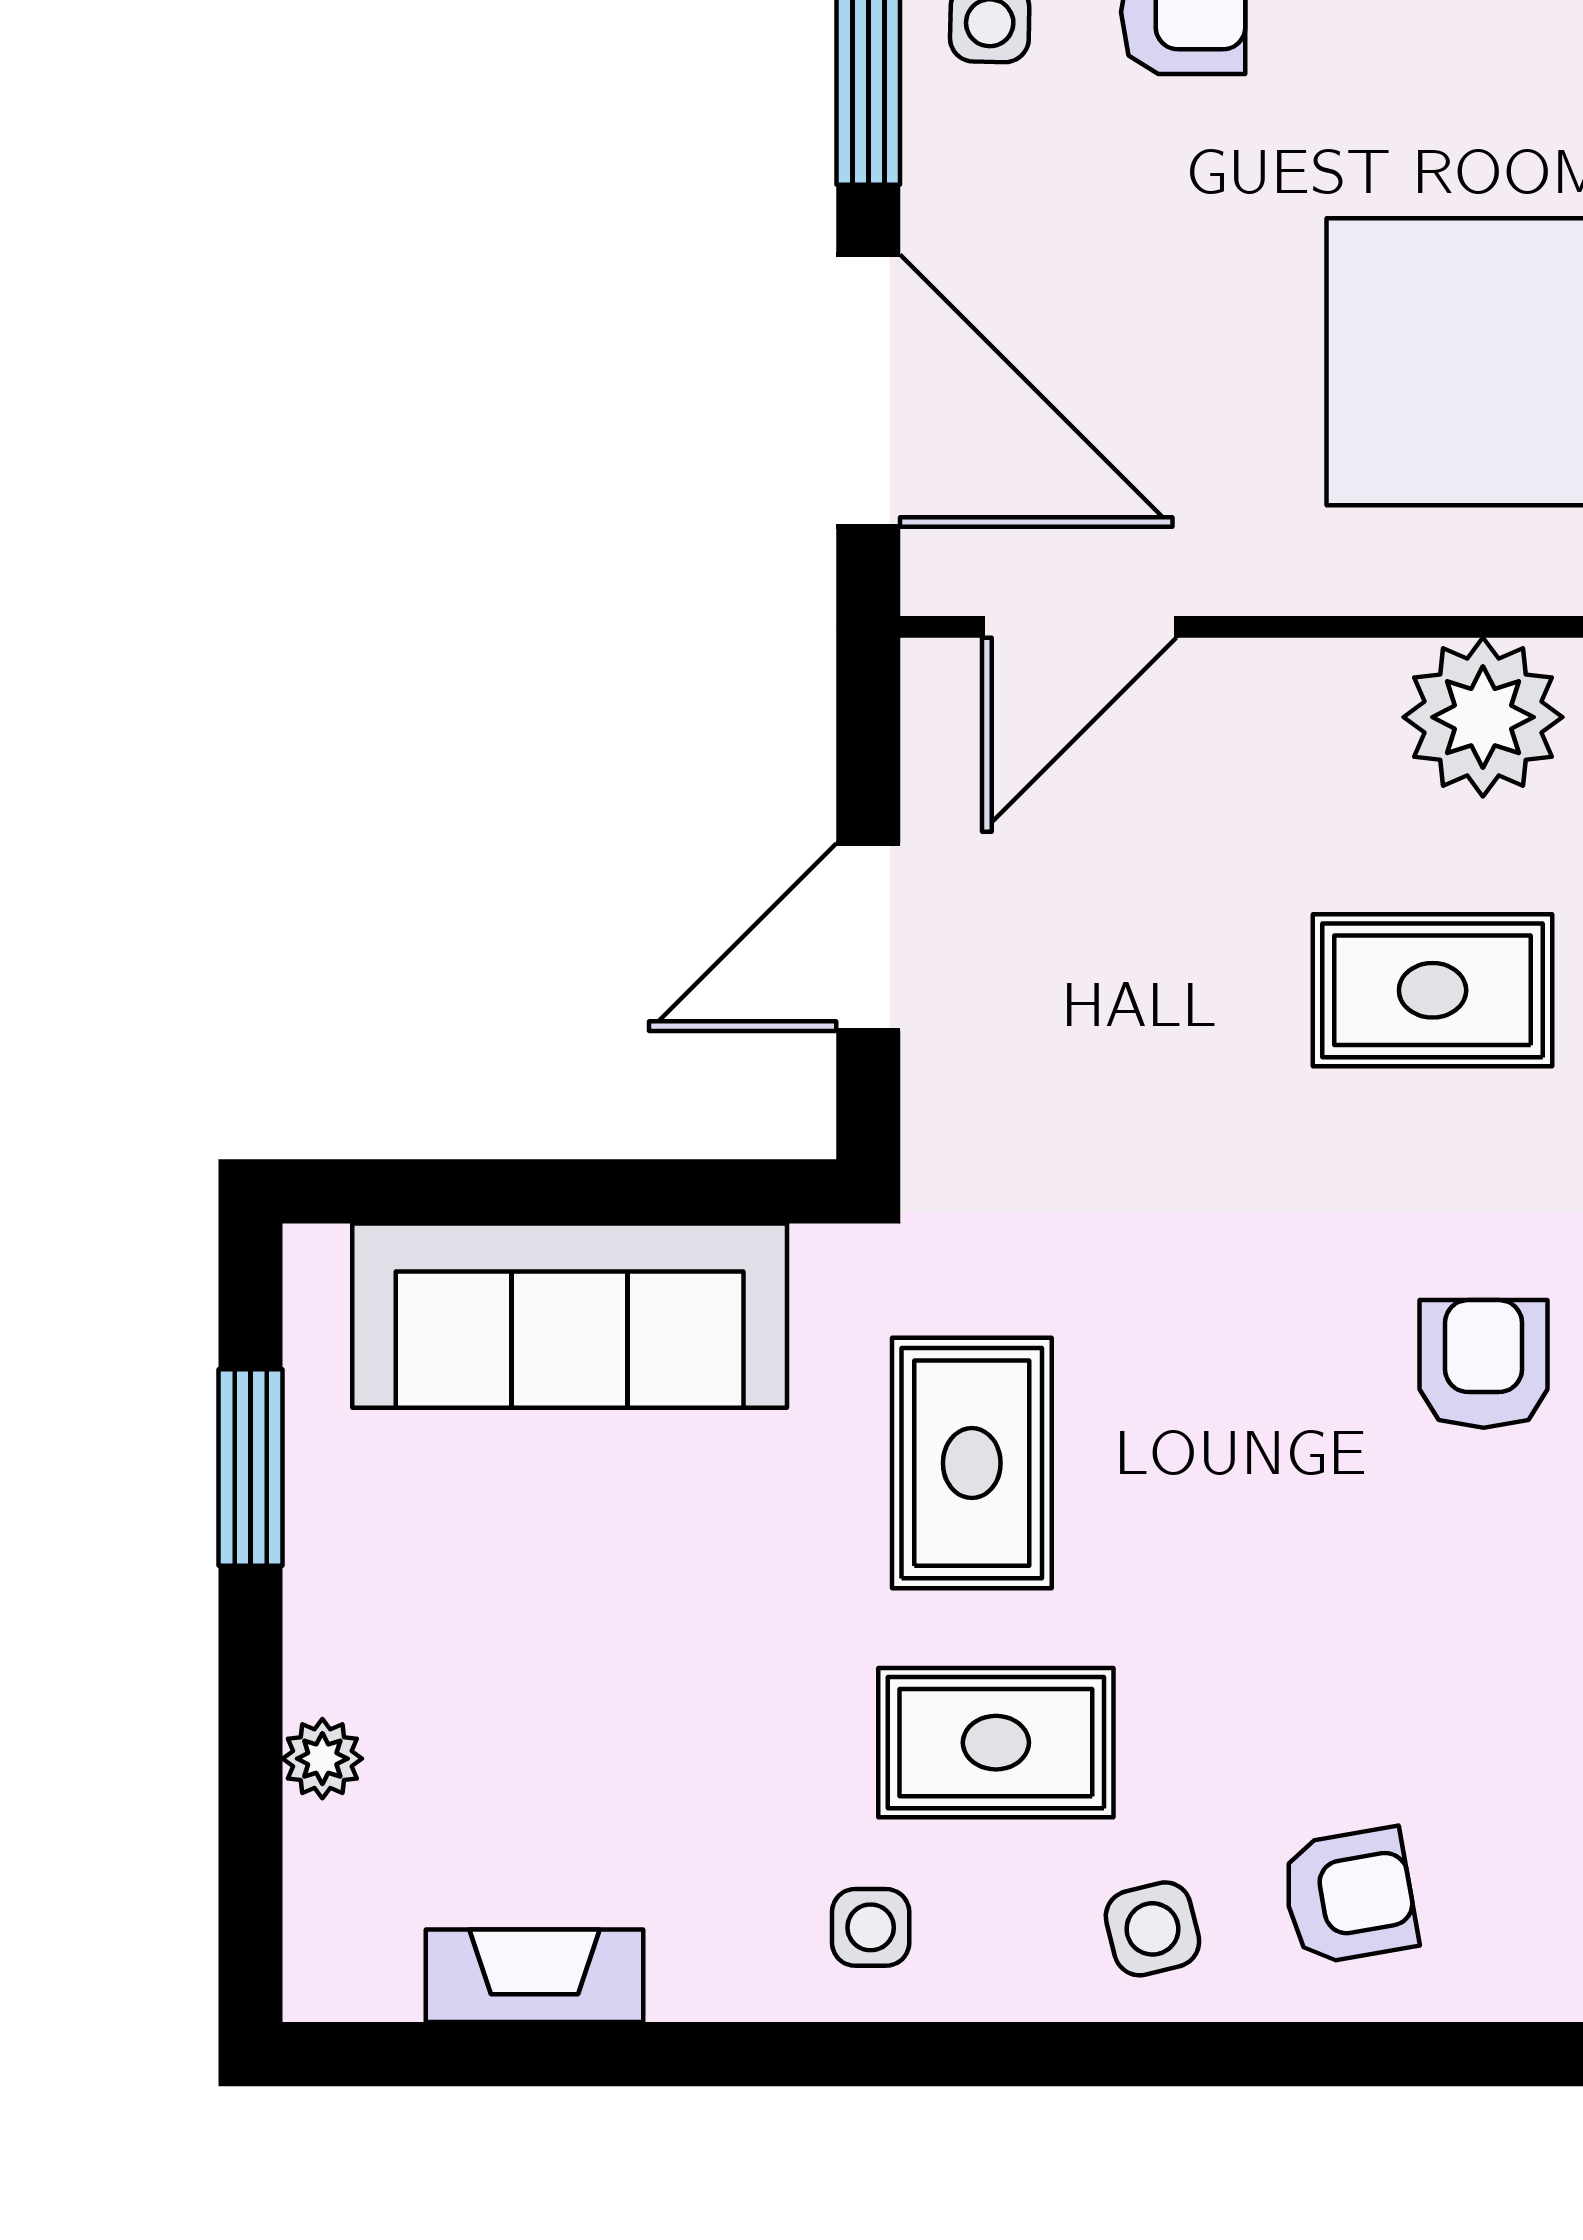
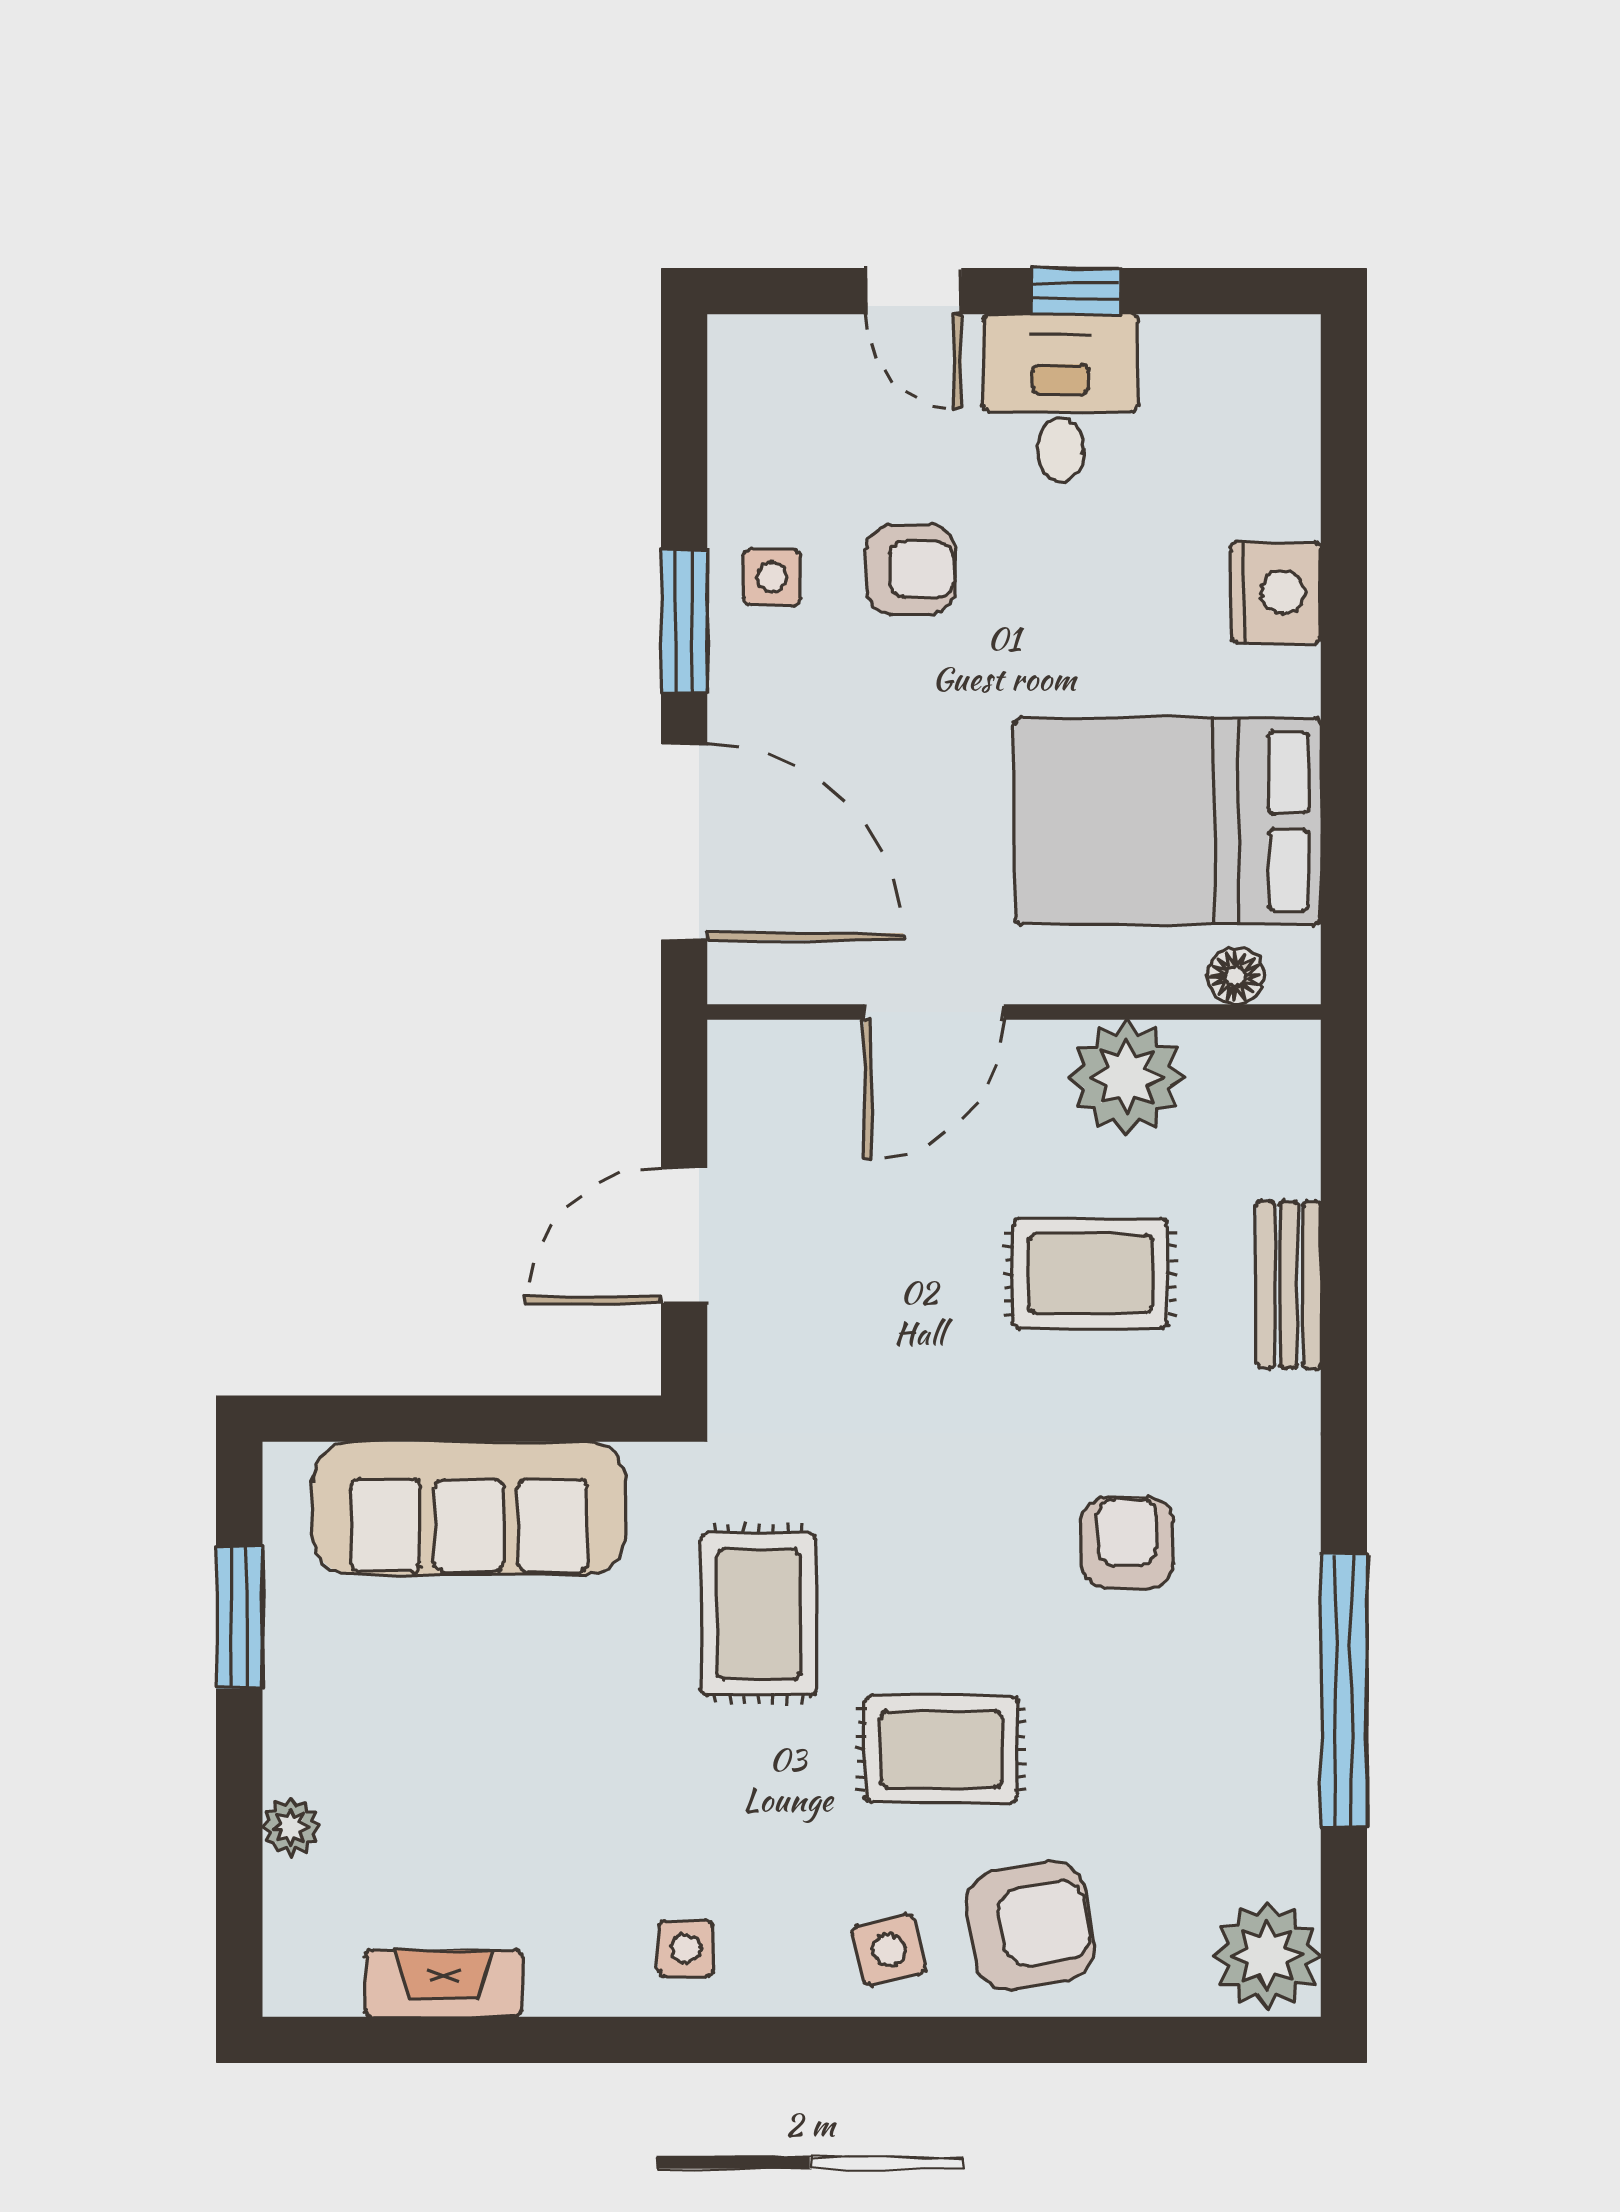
door: (1079, 627) -> (934, 1012), moved
rug: (996, 1743) -> (941, 1749), moved
armchair: (1349, 1896) -> (1030, 1926), width x1.38, depth x1.38

